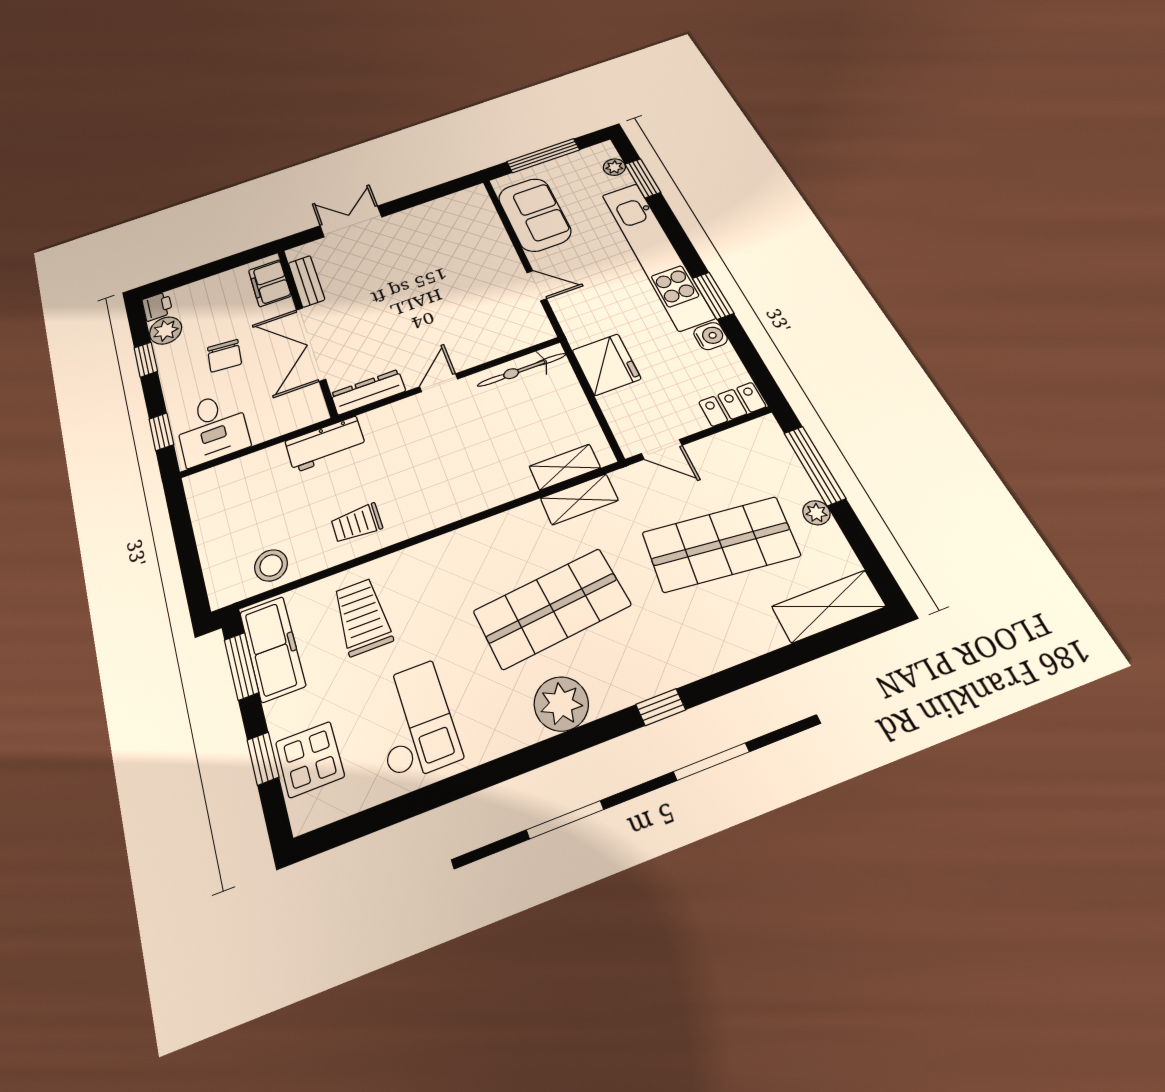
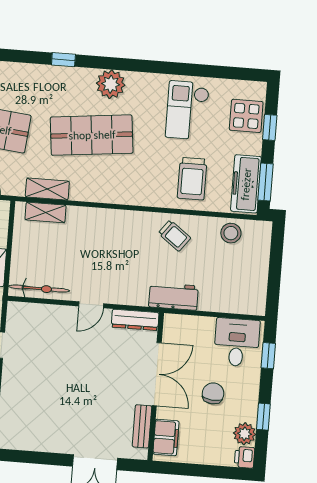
trolley: (357, 523) -> (174, 236), turned 37

